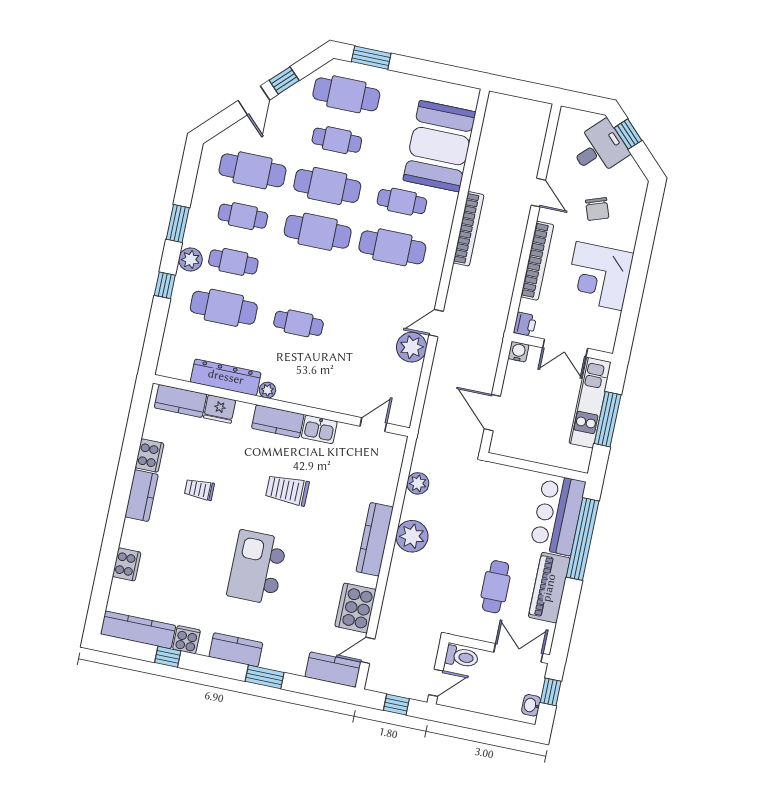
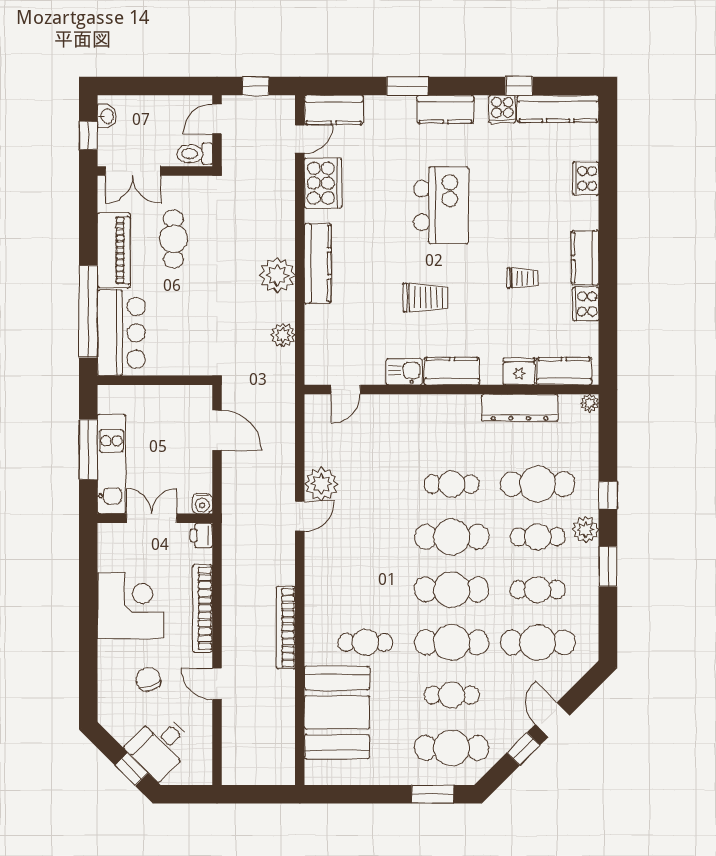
cafe table: (392, 247) -> (452, 537), moved
plant: (267, 390) -> (590, 403), moved

